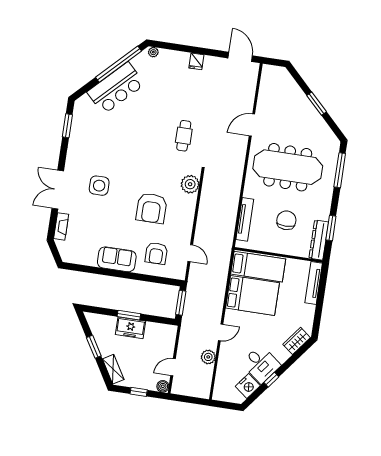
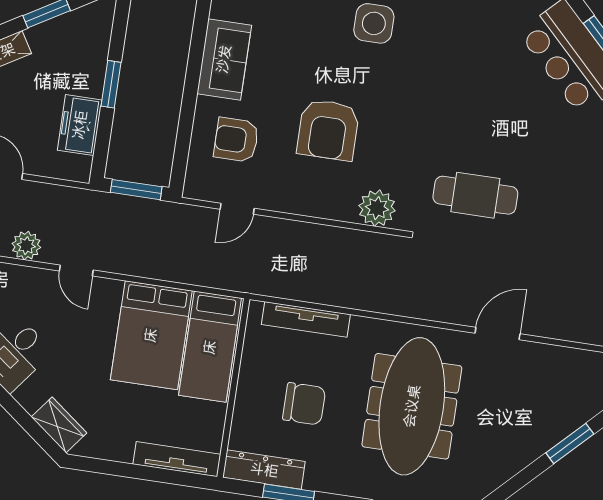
window: (317, 104) -> (570, 443), moved
door: (252, 125) -> (498, 334), hinge flipped
cafe table: (184, 136) -> (475, 195), width x1.37, depth x1.35
armchair: (151, 208) -> (328, 130), turned -90
freezer: (131, 328) -> (80, 125), moved

